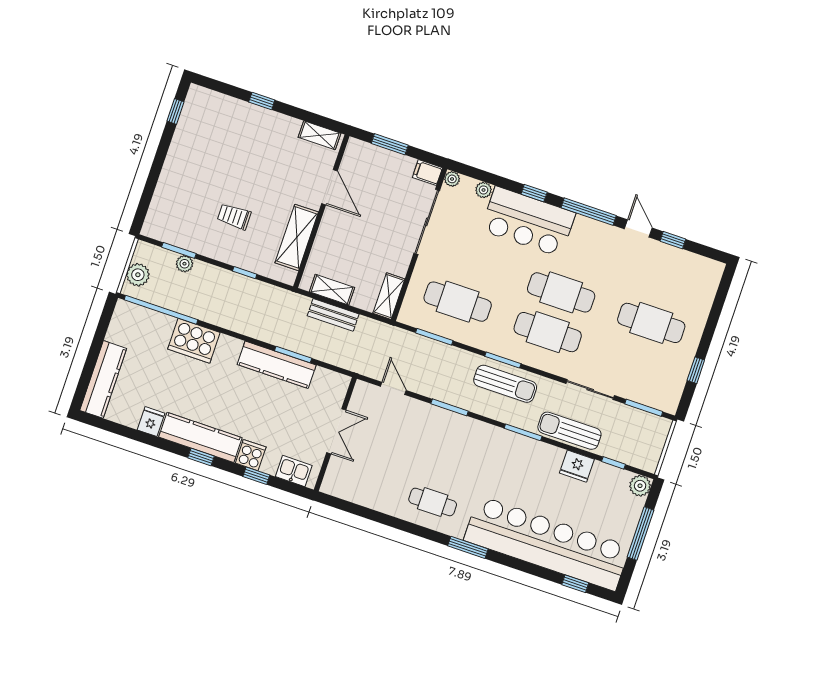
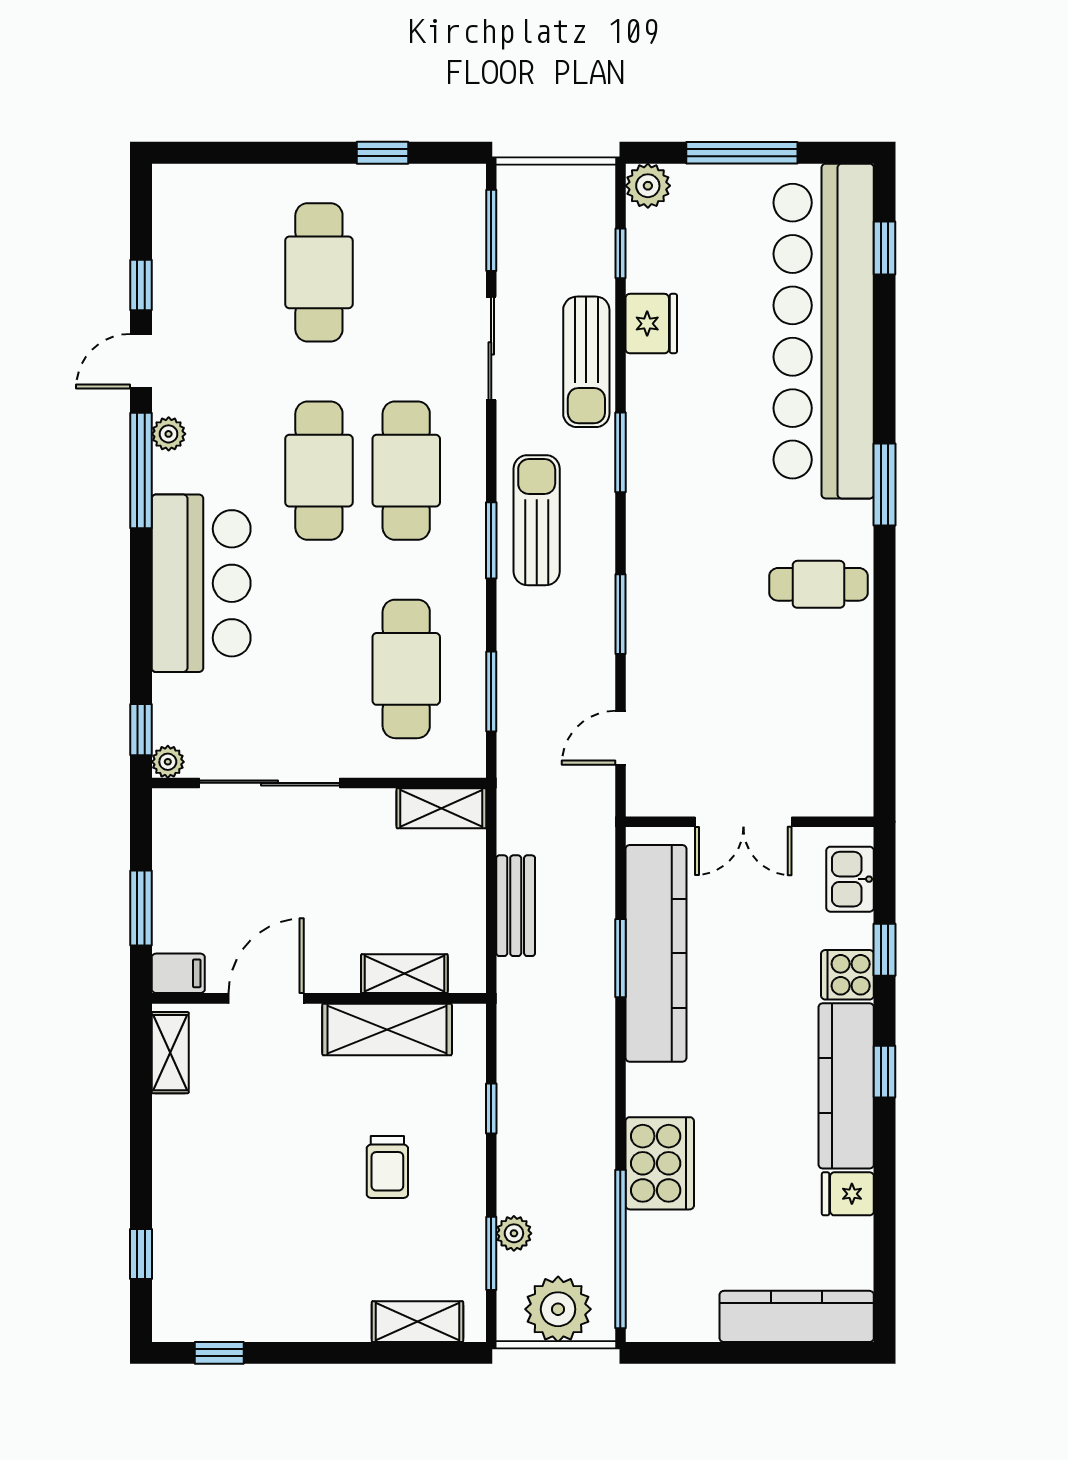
window: (262, 101) -> (141, 1254), moved
filing cabinet: (427, 173) -> (178, 973), moved, turned -90
plant: (484, 190) -> (169, 434), moved
window: (534, 193) -> (141, 730), moved
shelving: (159, 206) -> (417, 1322), added
plant: (138, 275) -> (558, 1309), width x1.36, depth x1.36
shelving: (332, 290) -> (404, 974), moved, turned 90
kitchen counter: (277, 365) -> (656, 953), width x1.39, depth x1.17
double door: (336, 431) -> (743, 822), swing flipped
cafe table: (433, 502) -> (818, 584), turned 90

